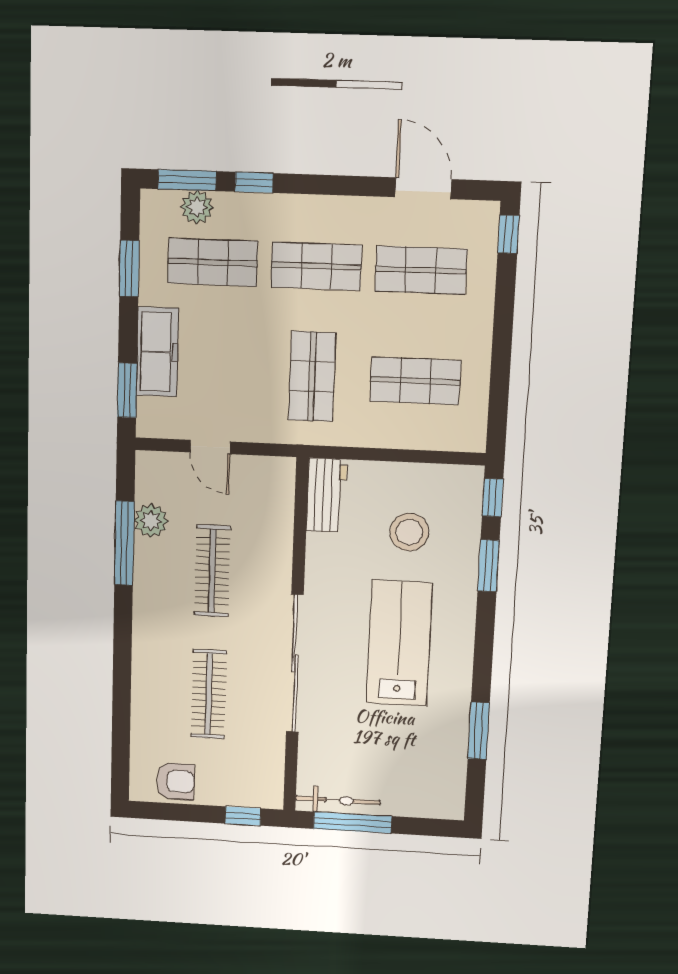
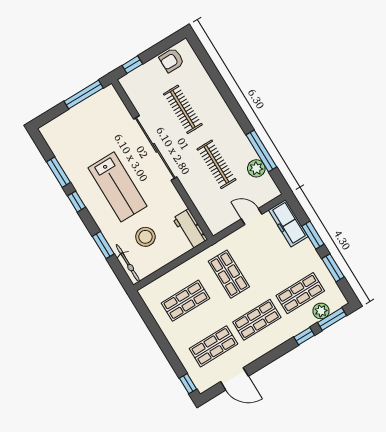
freezer: (157, 352) -> (288, 223), moved
window: (127, 390) -> (313, 235), moved
window: (493, 498) -> (77, 202), moved
bicycle: (338, 800) -> (128, 263), moved, turned -90

